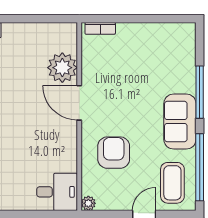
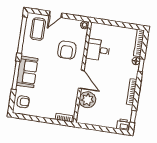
armchair: (179, 46) -> (23, 102), added
sofa: (180, 122) -> (27, 72), moved
desk: (57, 192) -> (98, 50), moved

